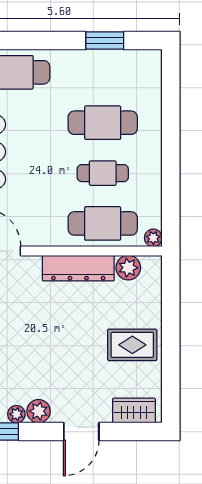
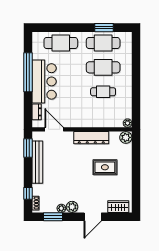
cafe table: (103, 223) -> (103, 43), moved
plant: (128, 268) -> (126, 137), moved
rug: (132, 345) -> (105, 167), moved

